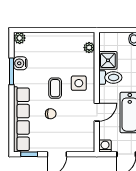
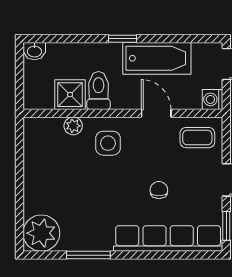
plant: (20, 38) -> (41, 233), width x1.87, depth x1.87
plant: (89, 48) -> (73, 126), moved
water cooler: (20, 63) -> (75, 241), removed
coffee table: (55, 88) -> (197, 138), moved

